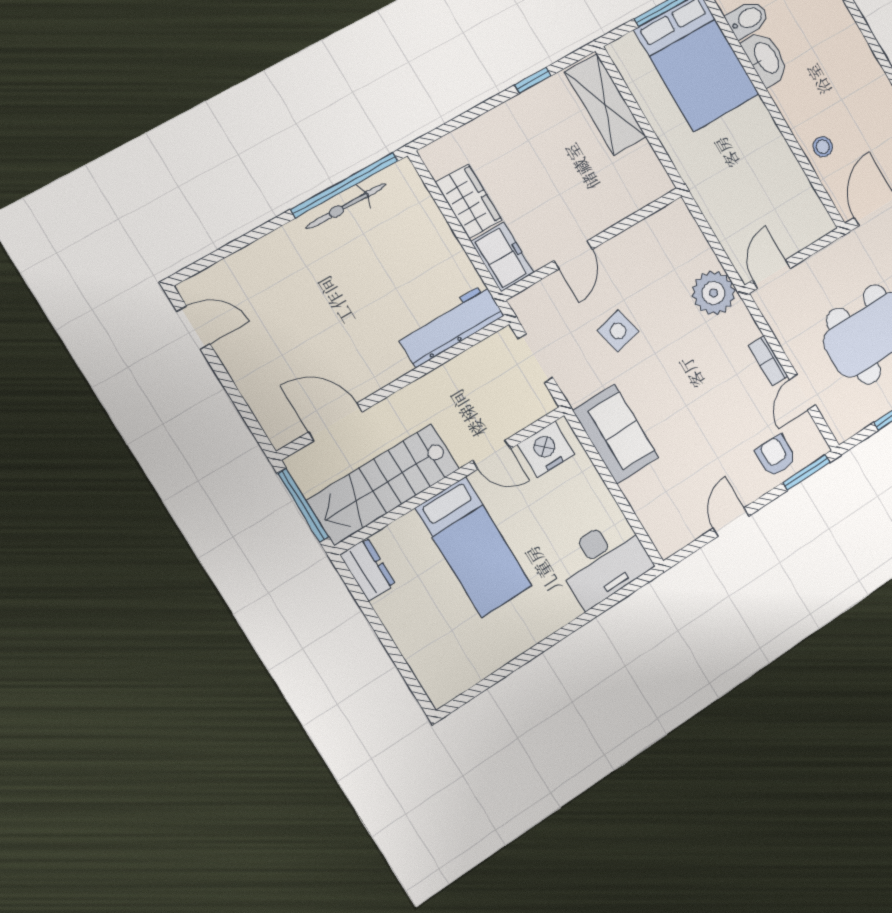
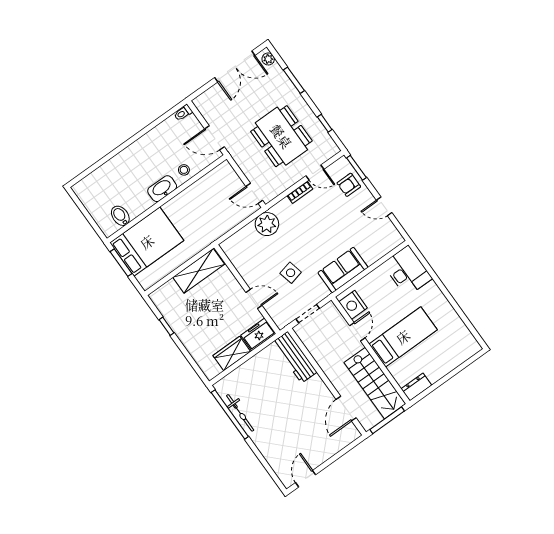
washbasin: (766, 58) -> (162, 189), moved
shelving: (605, 104) -> (199, 271), moved

